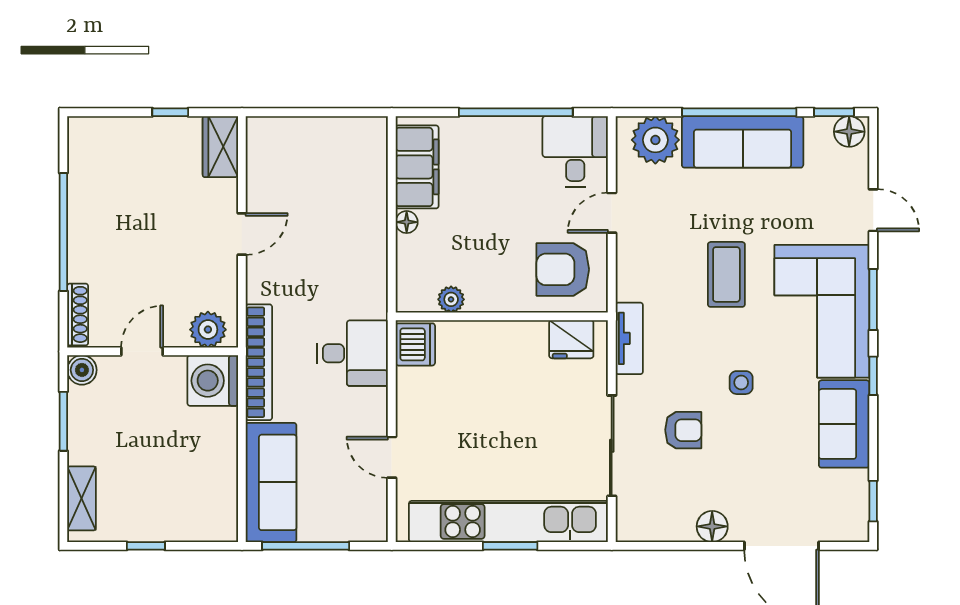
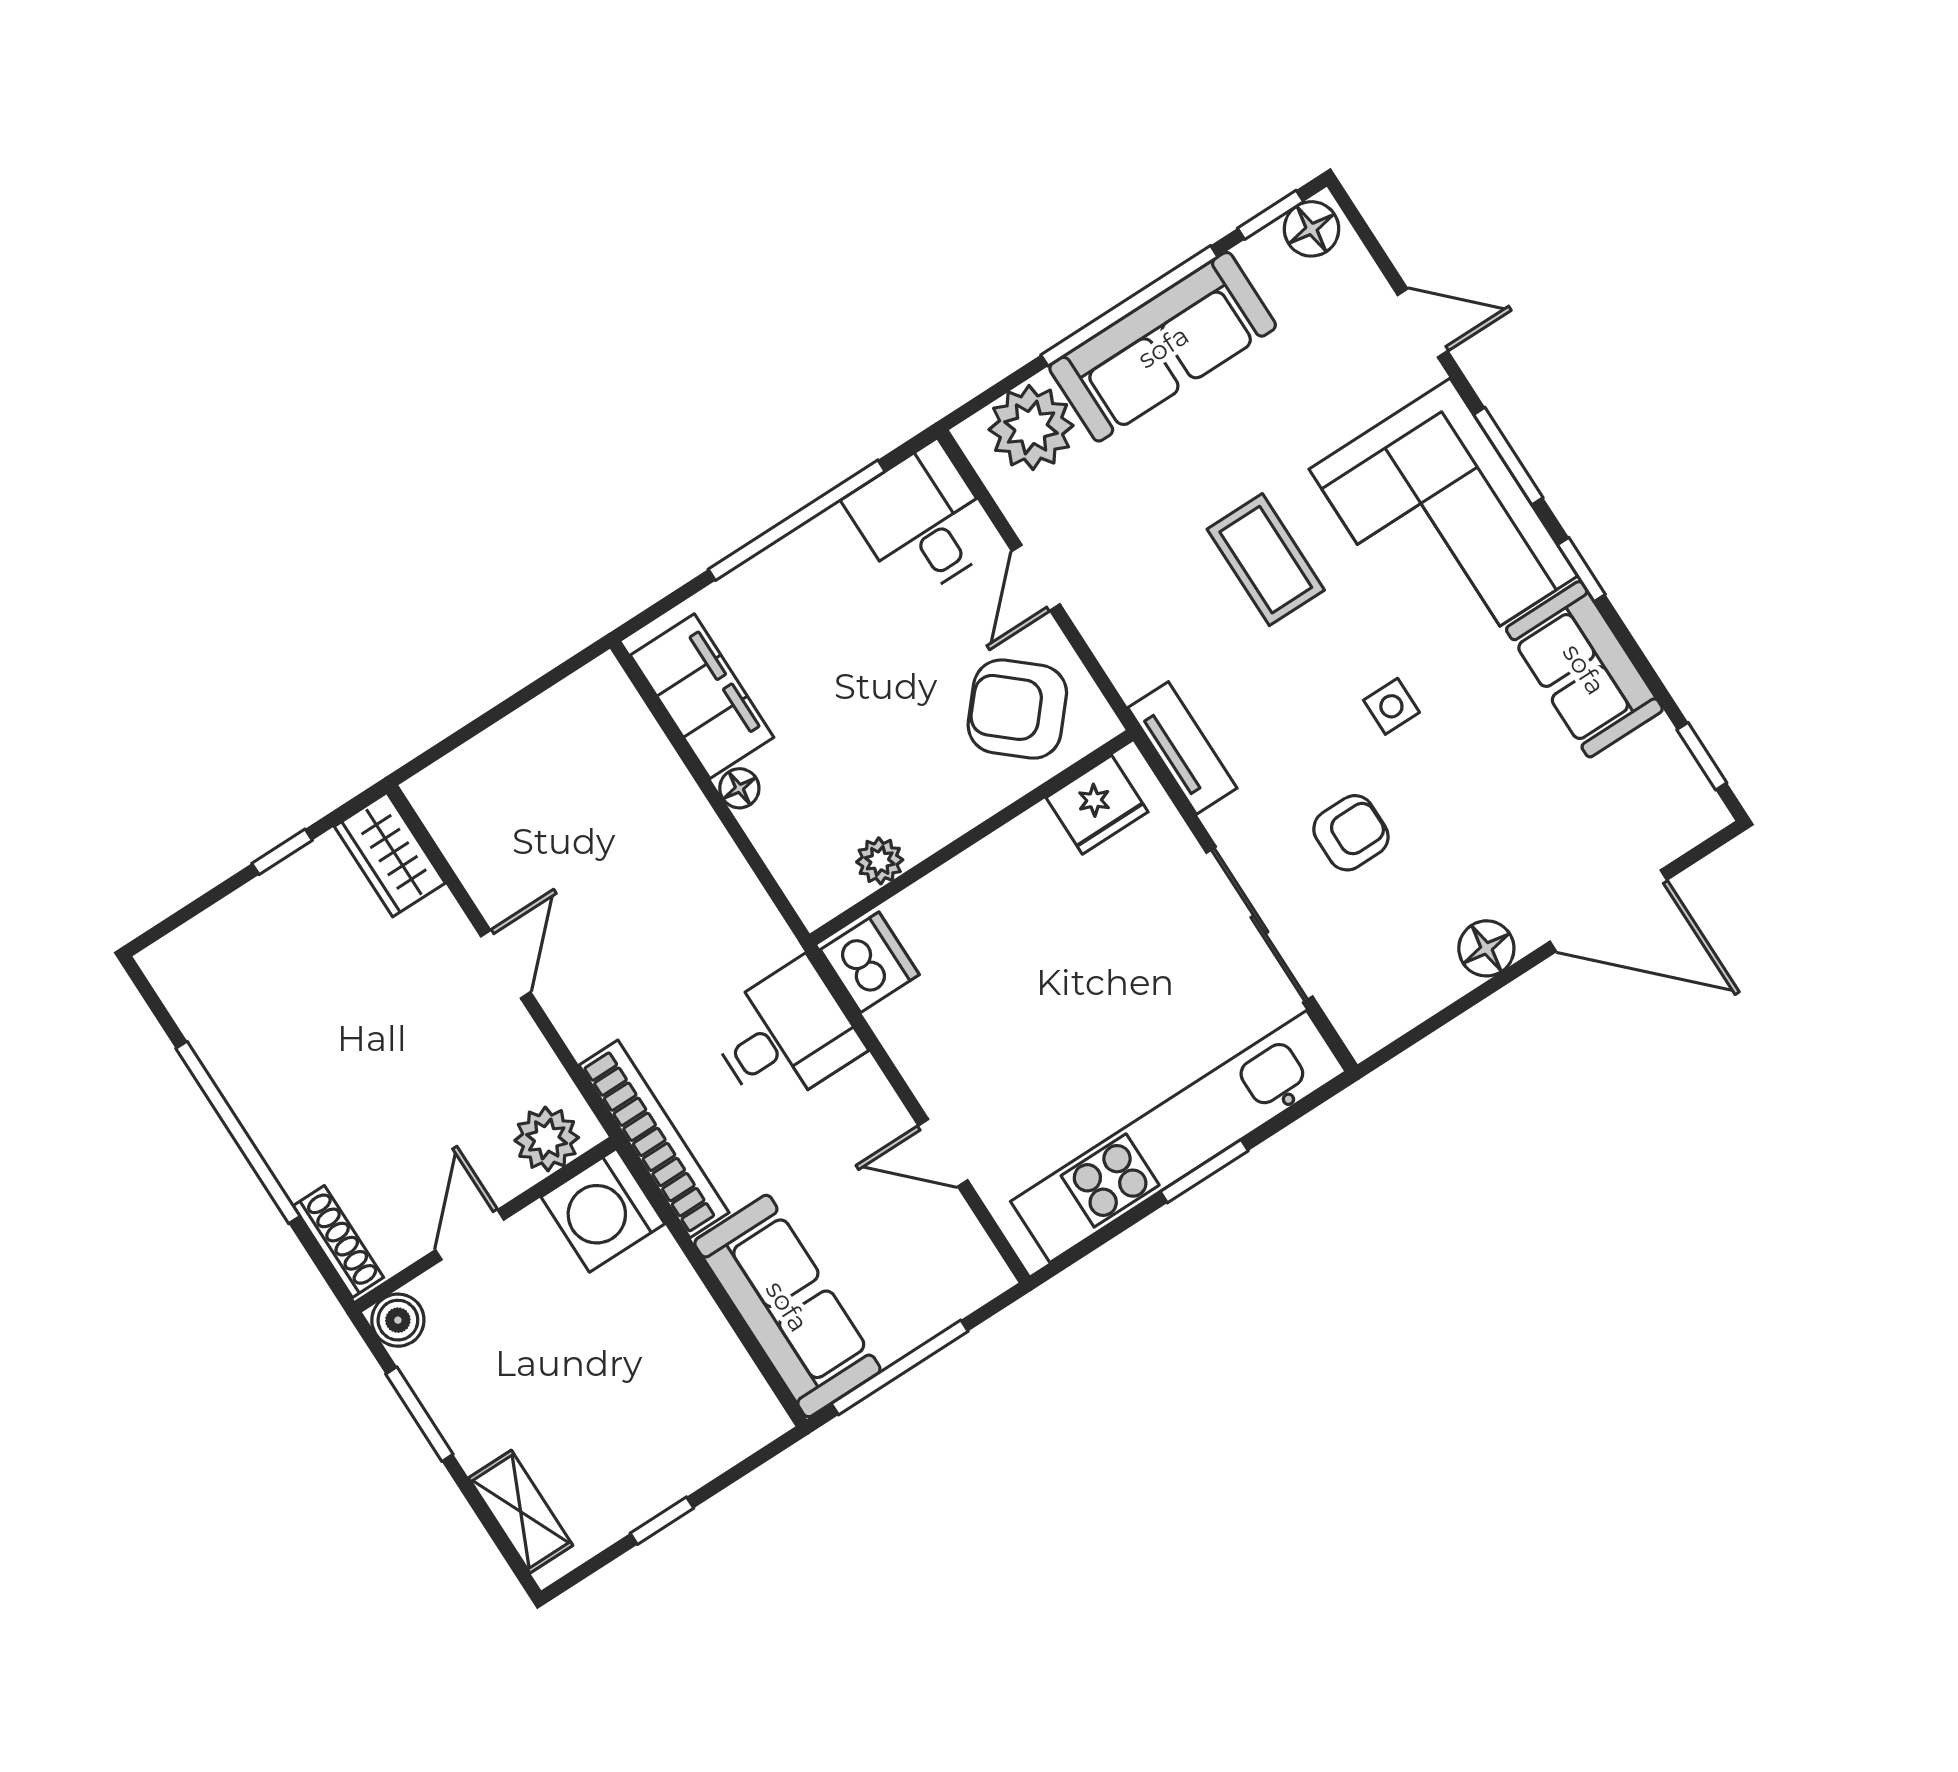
armchair: (563, 269) -> (1017, 709), turned 41

